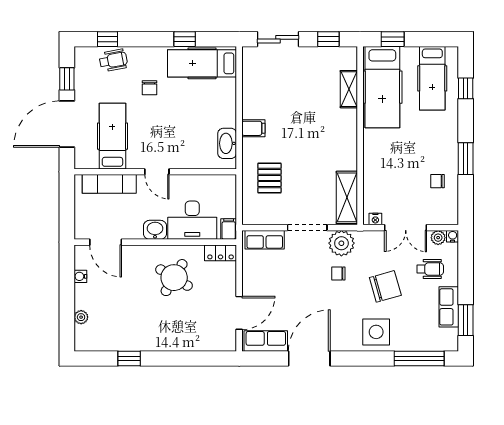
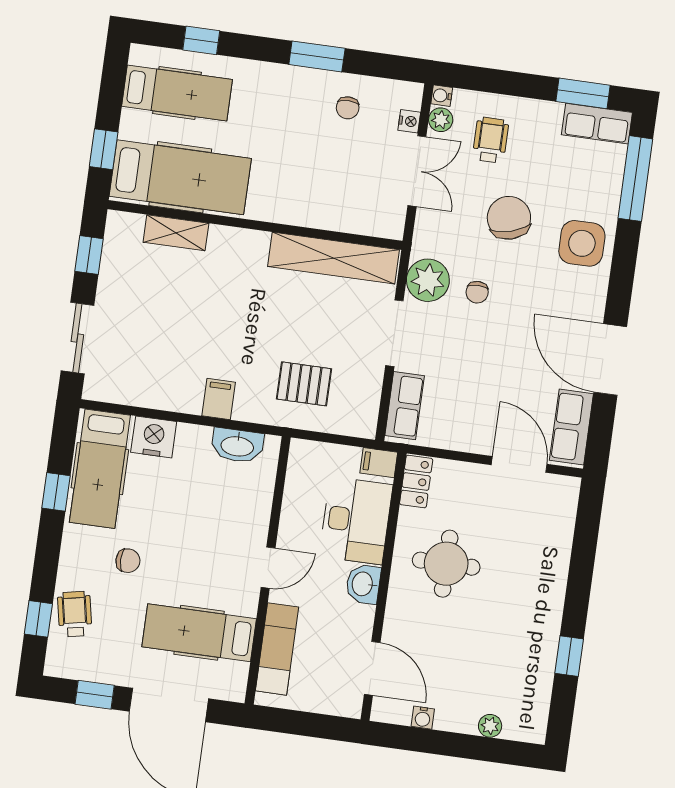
nightstand: (225, 93) -> (154, 437), added
shelving: (347, 197) -> (333, 258), width x1.47
nightstand: (375, 219) -> (409, 121), moved
door: (106, 242) -> (372, 668), hinge flipped
round table: (174, 278) -> (446, 564), turned -31
row of seats: (449, 307) -> (597, 124), moved

